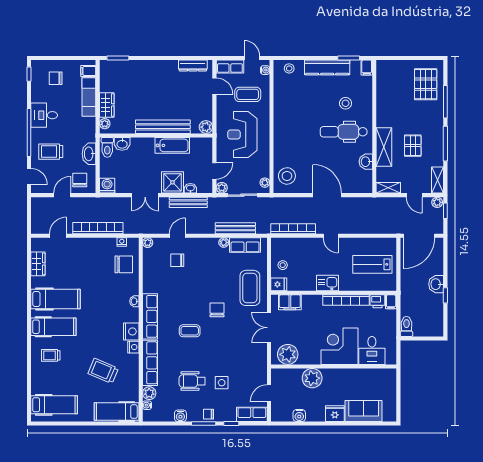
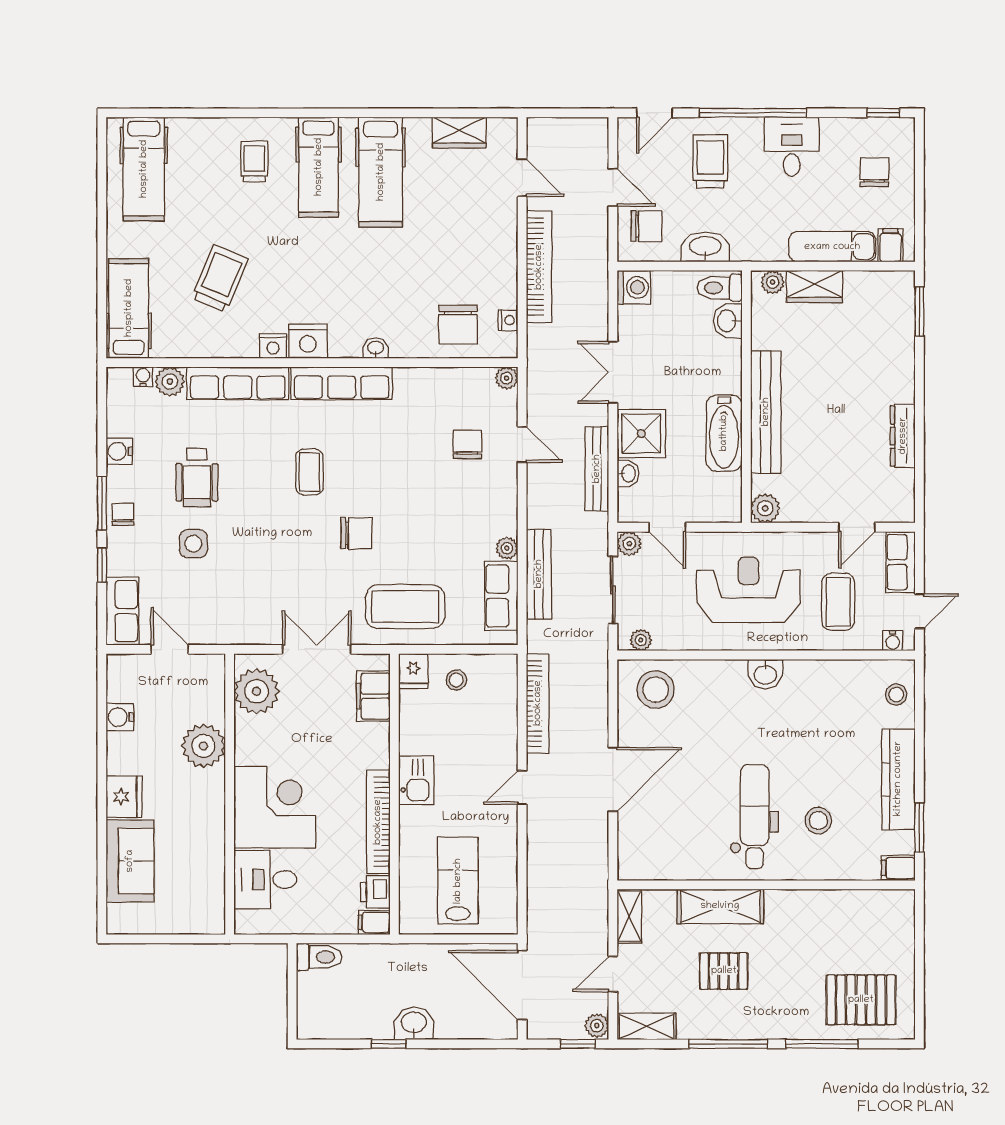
dresser: (193, 65) -> (903, 436), moved
washbasin: (366, 162) -> (765, 674), moved, turned 180
wheelchair: (192, 381) -> (197, 478), turned 180

